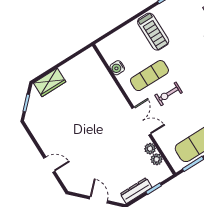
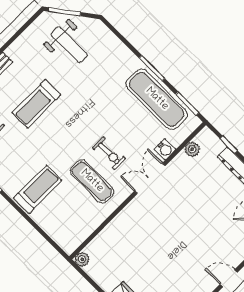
water cooler: (117, 68) -> (165, 149), moved
plant: (150, 149) -> (82, 259), moved
door: (49, 165) -> (229, 278), hinge flipped

